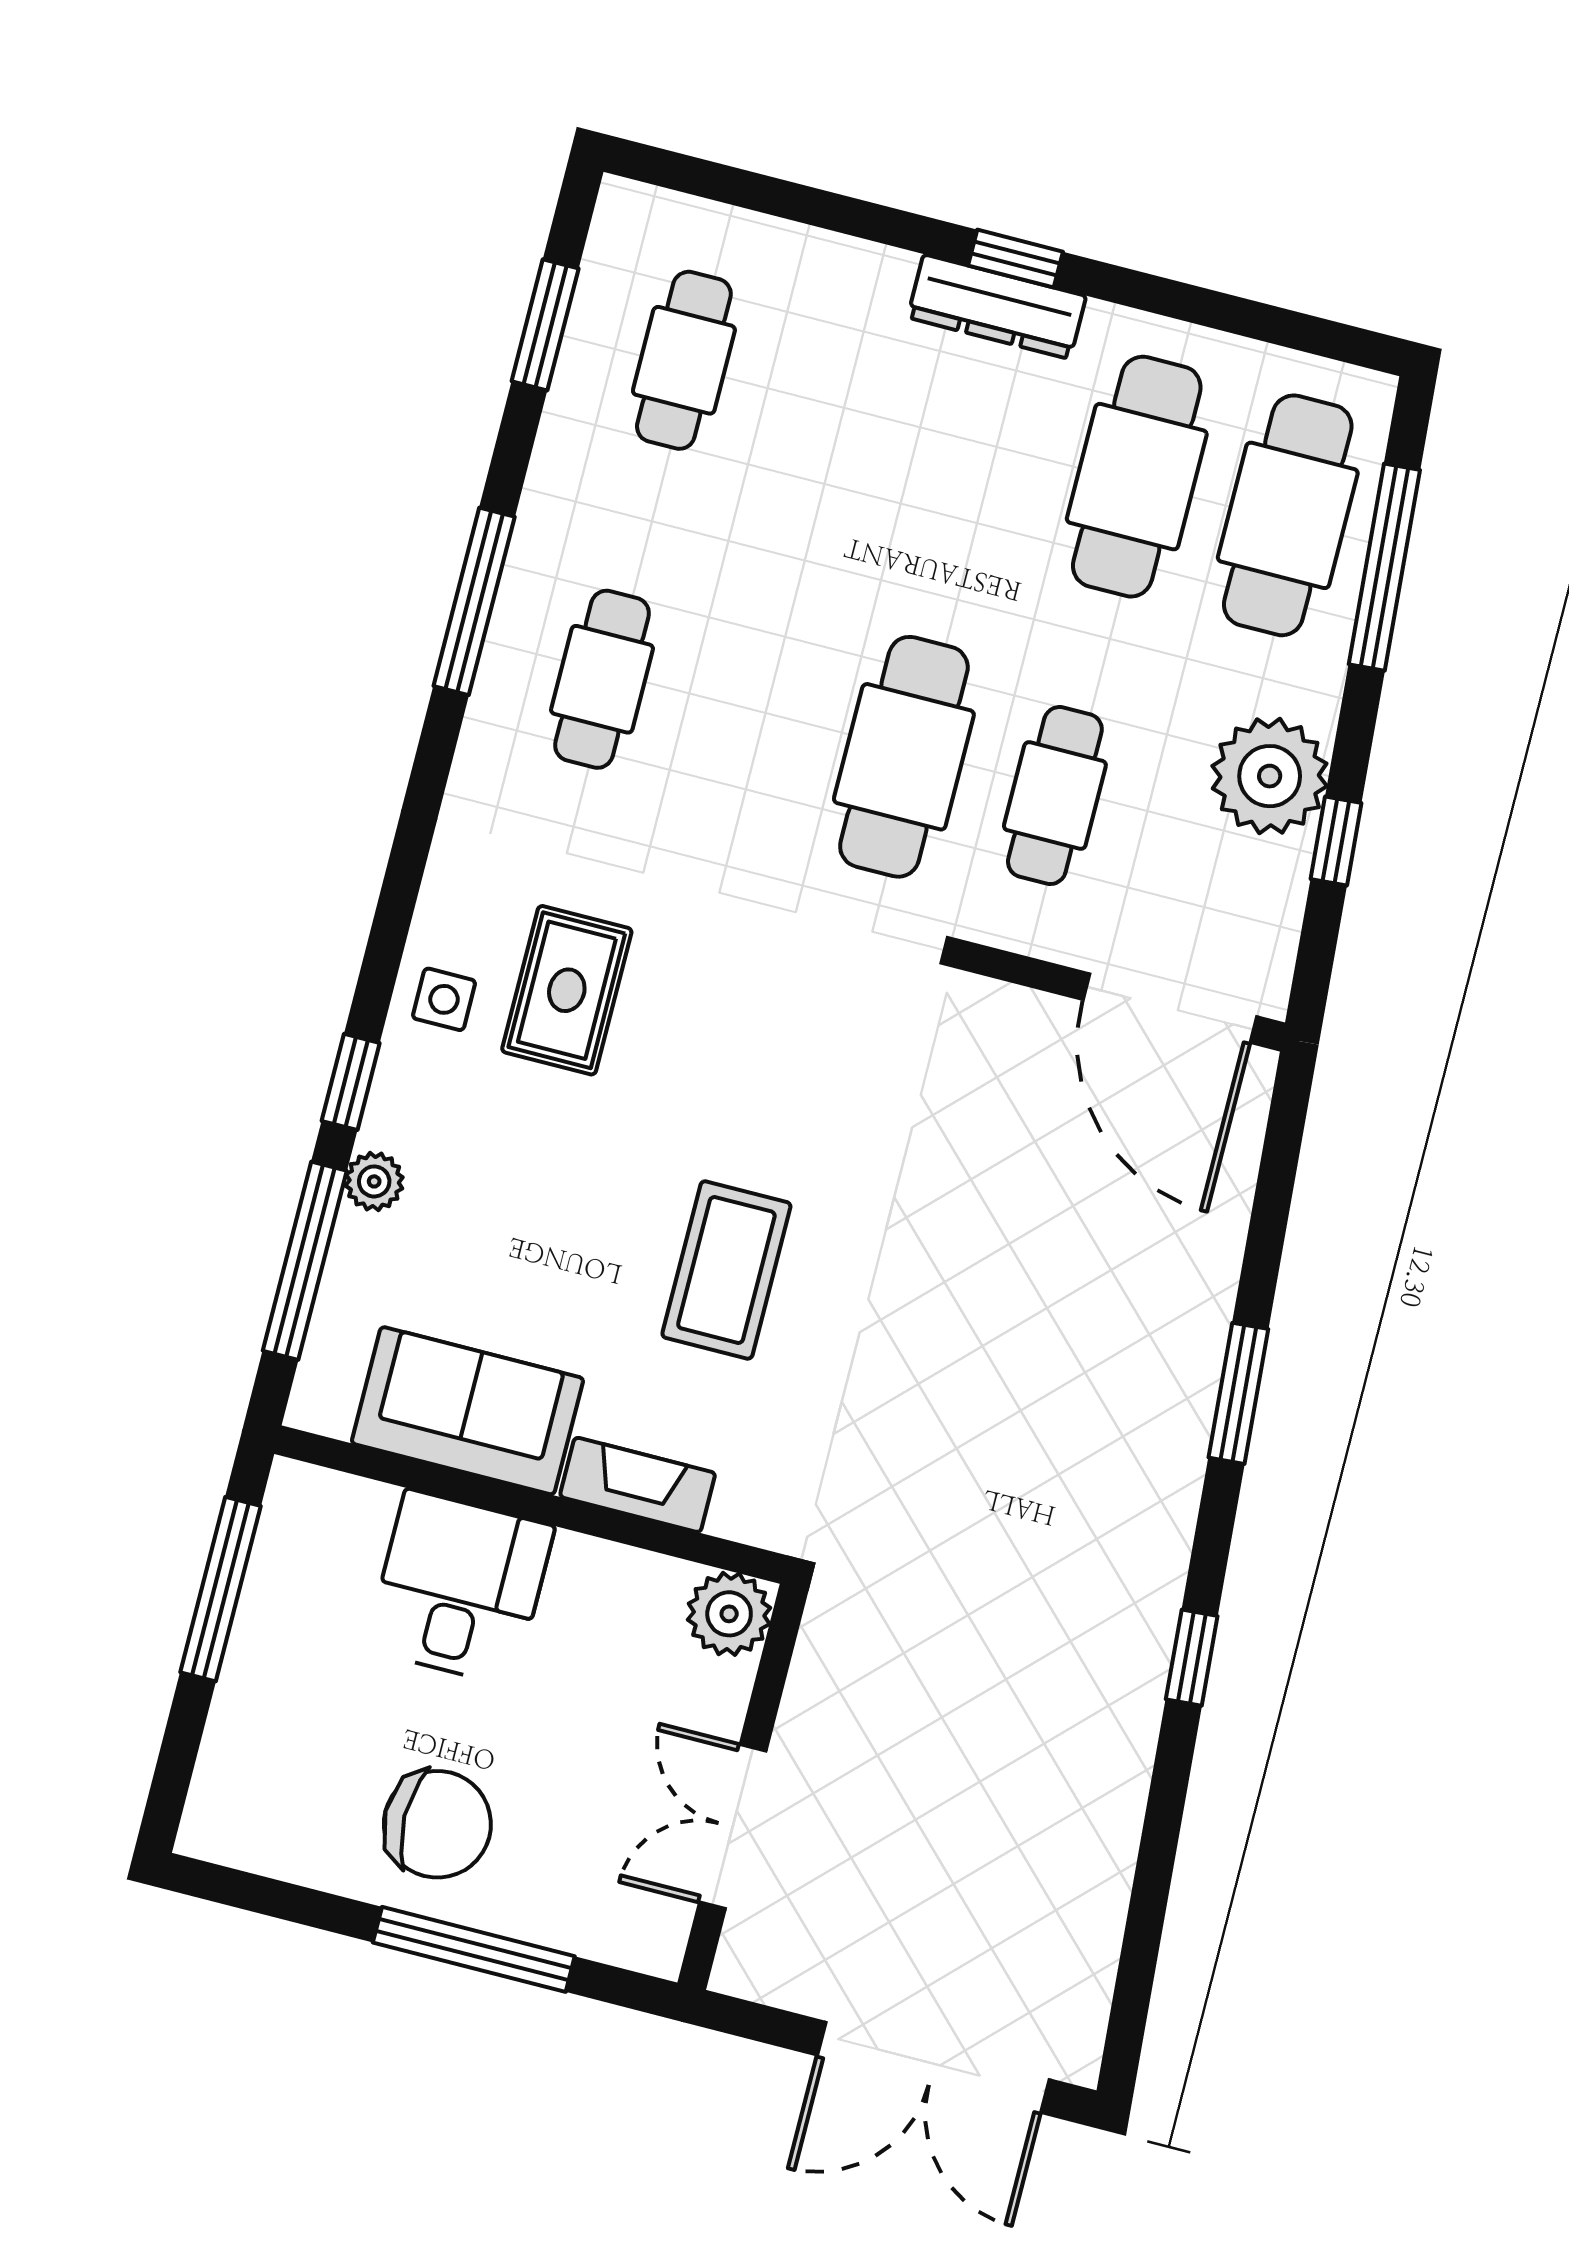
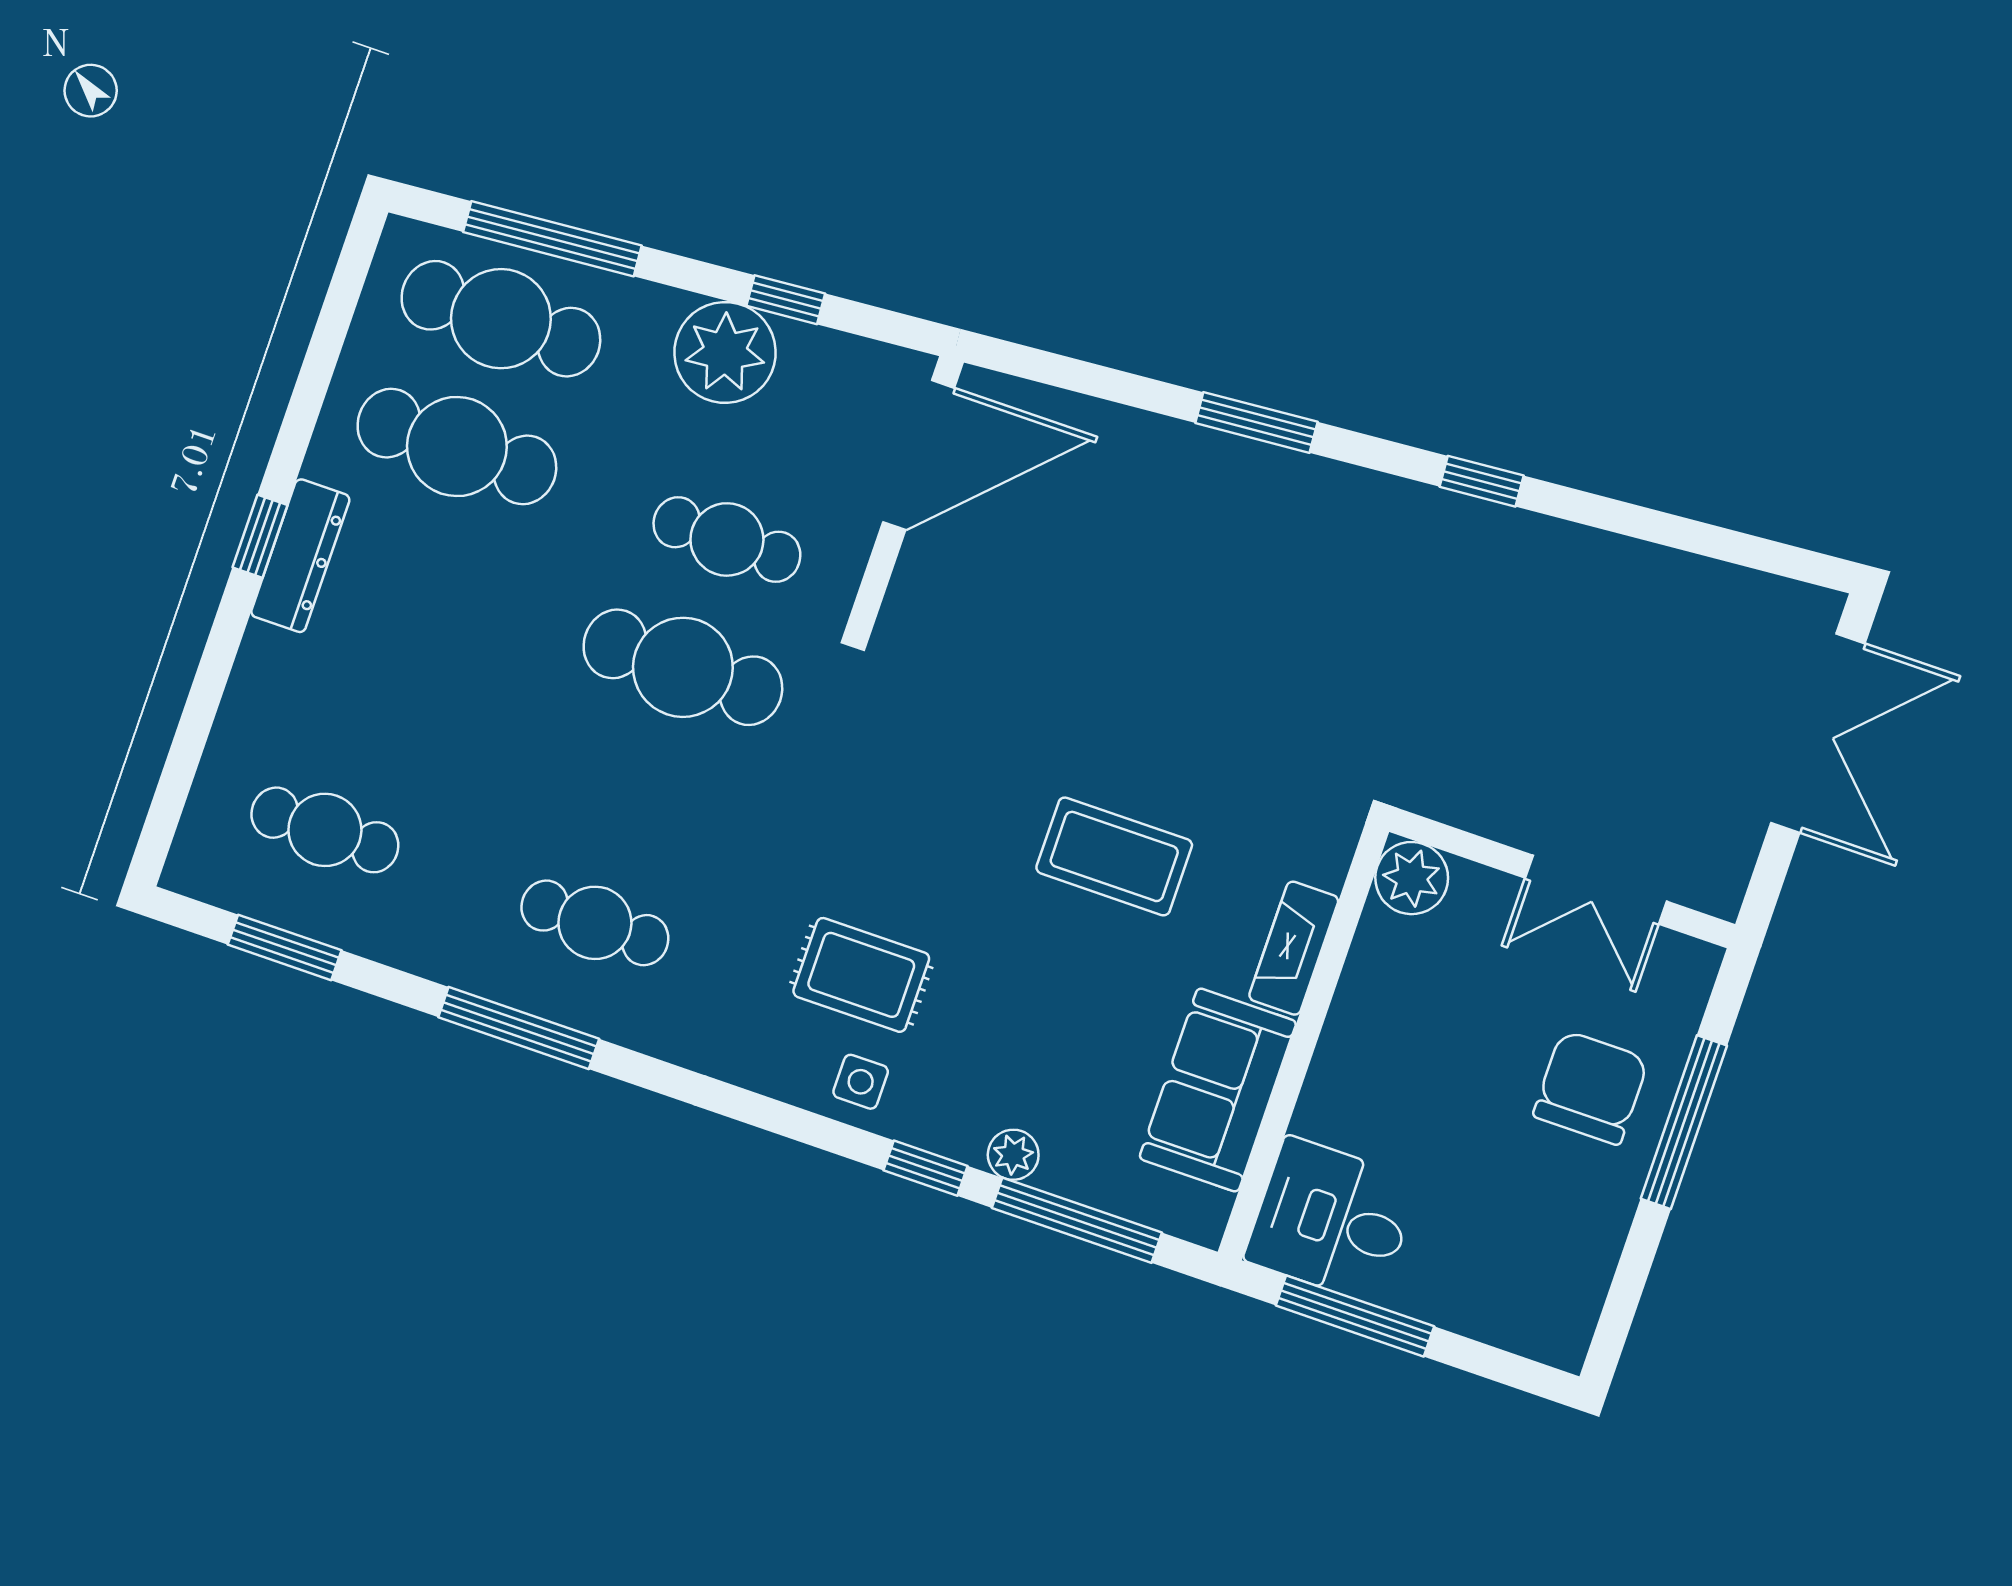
desk: (460, 1588) -> (1332, 1220), moved
chair: (437, 1824) -> (1591, 1088), moved

